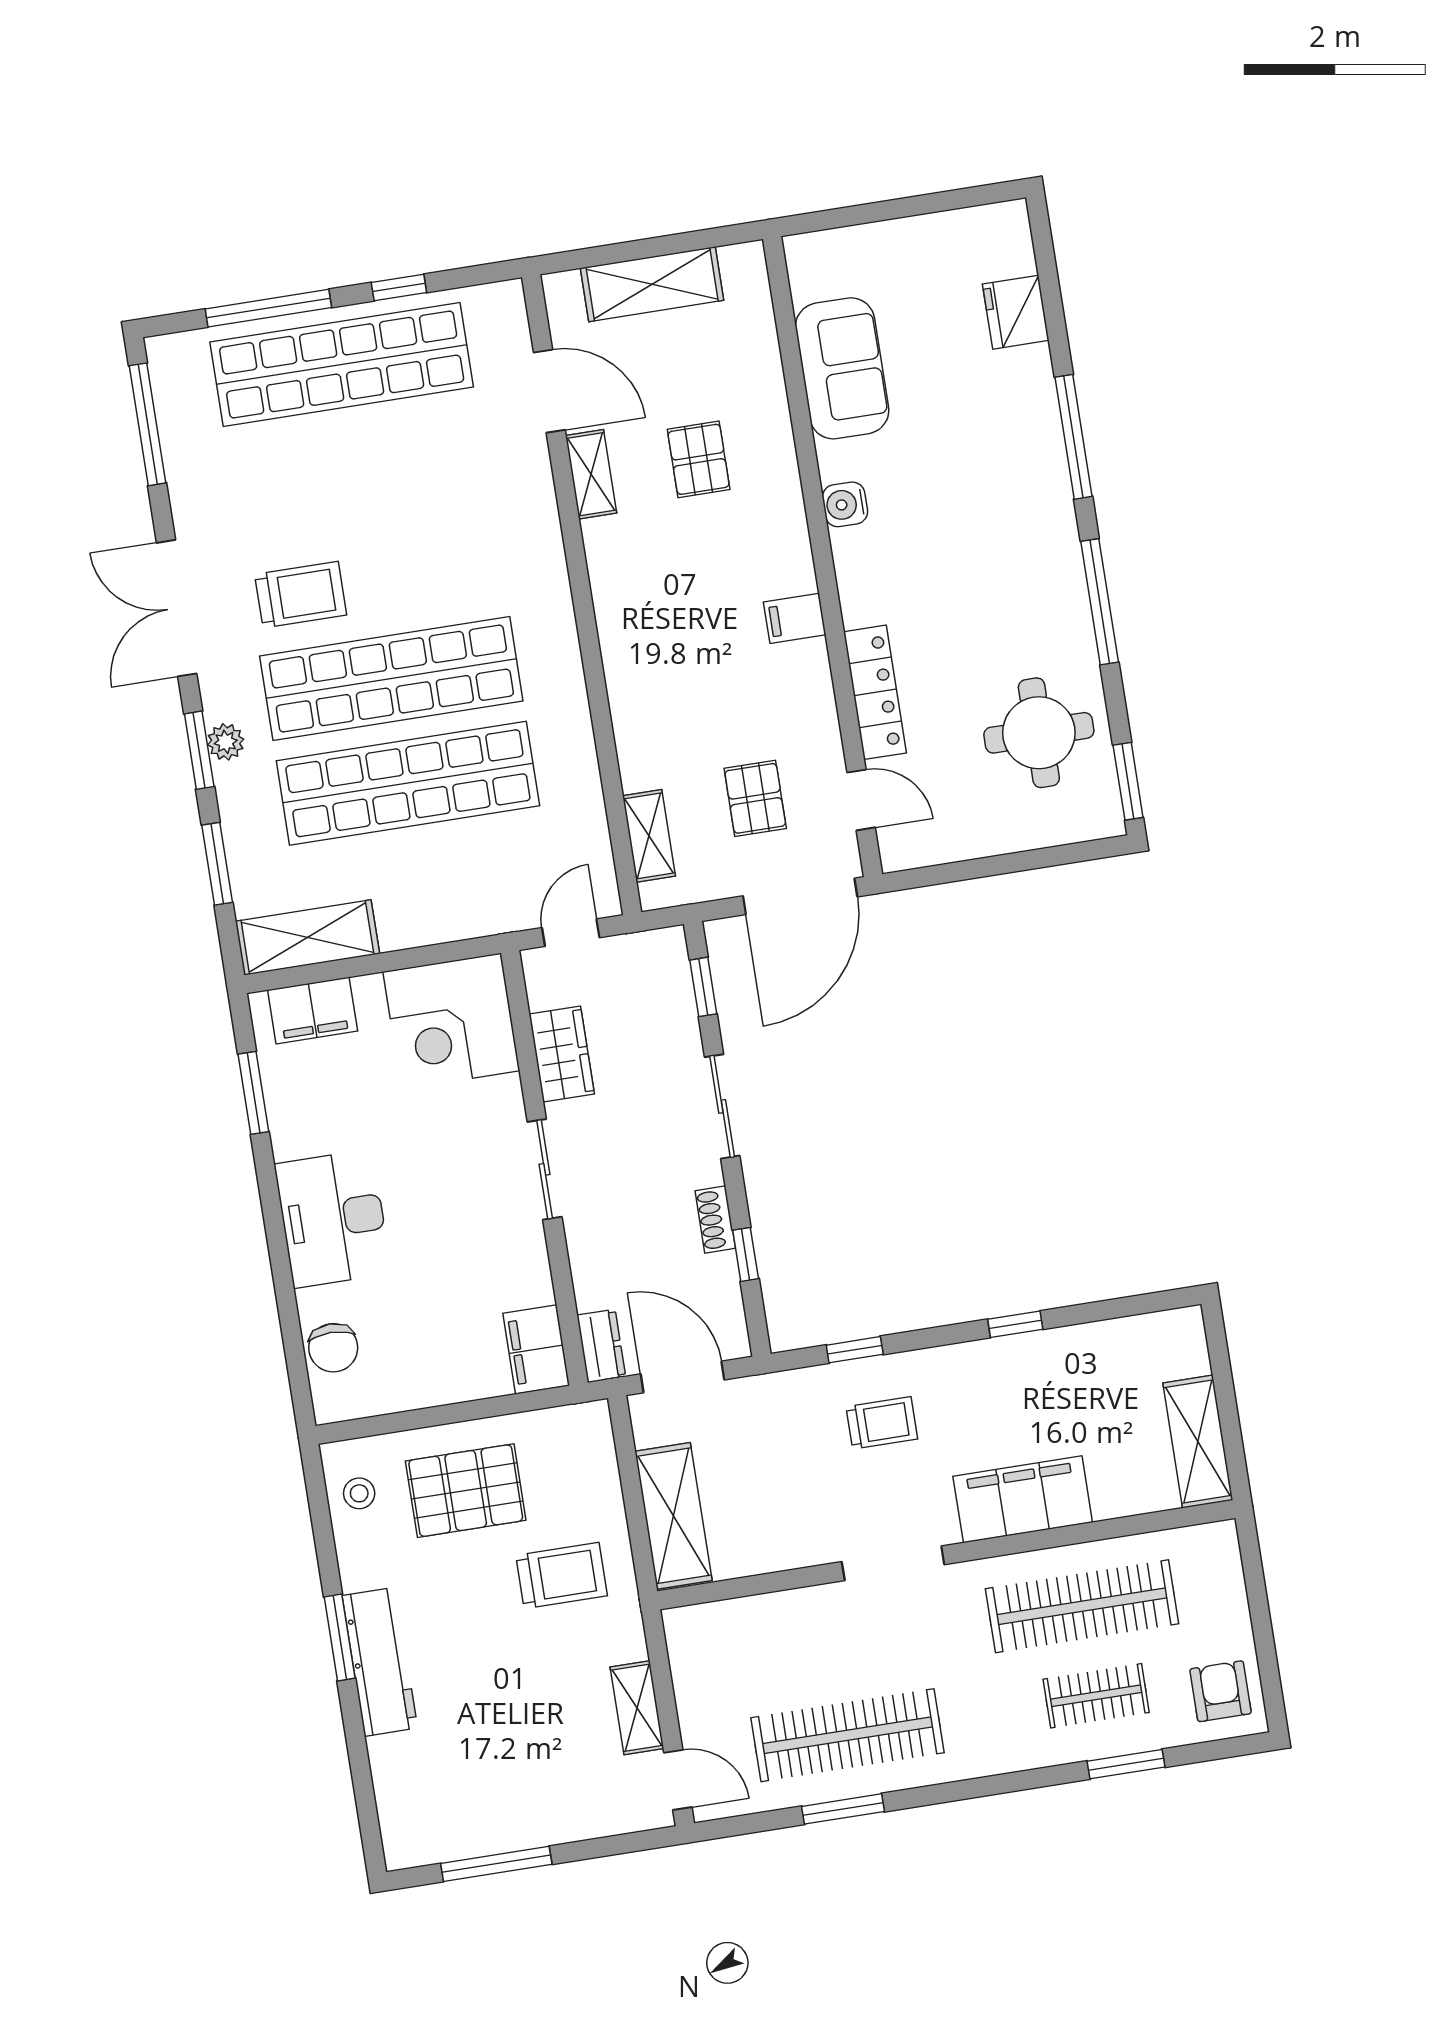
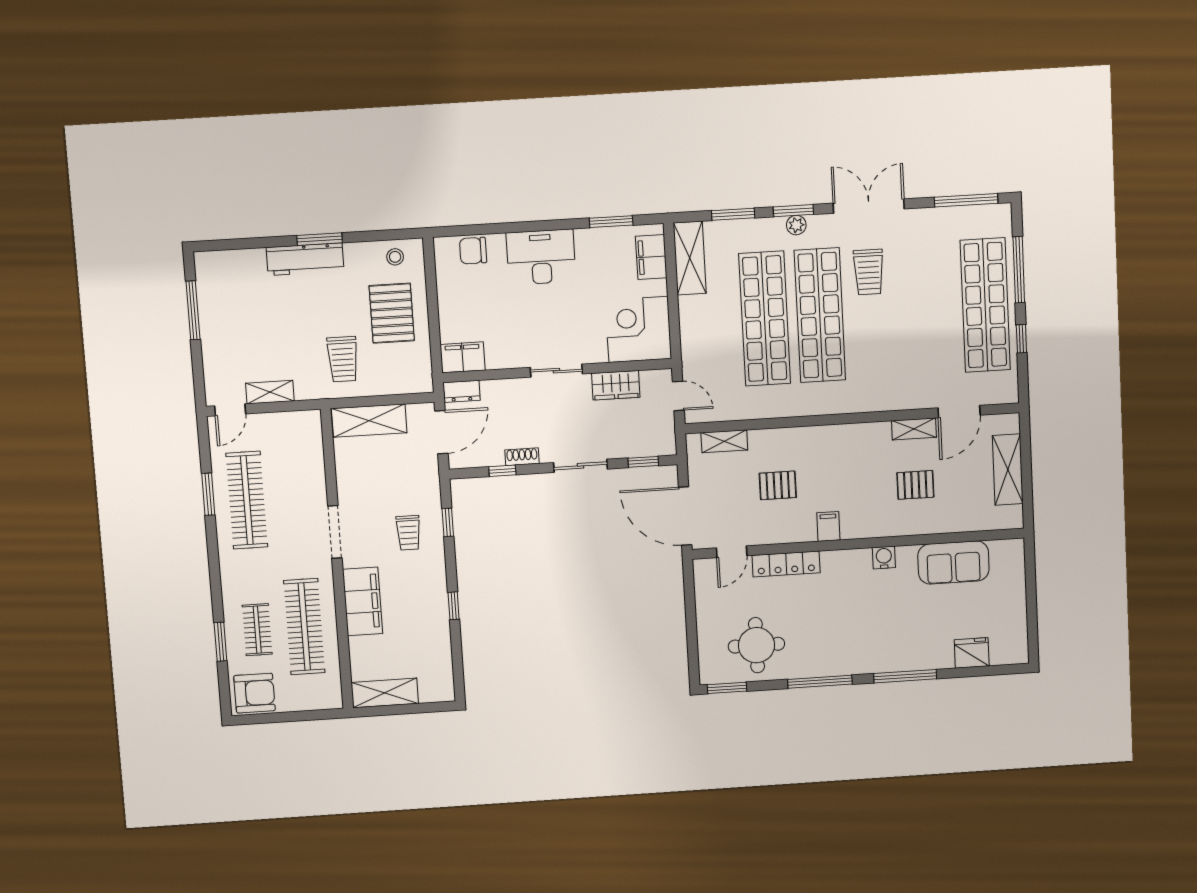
pallet: (755, 798) -> (778, 485), moved
armchair: (1221, 1691) -> (255, 693), width x1.38, depth x1.38

